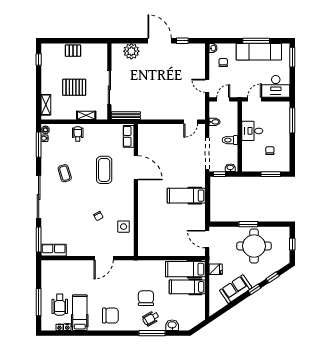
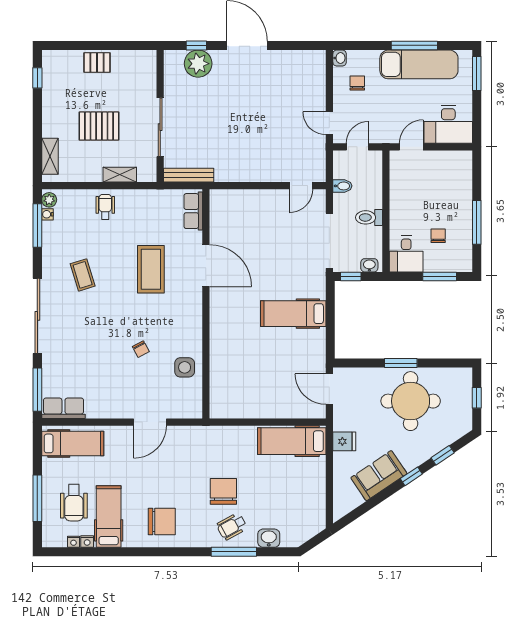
window: (182, 41) -> (196, 45), moved
window: (292, 120) -> (477, 222), moved
desk: (252, 131) -> (406, 254), moved, turned -90
hospital bed: (187, 287) -> (73, 443), moved, turned 180

